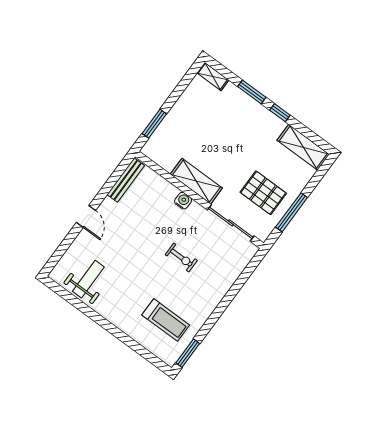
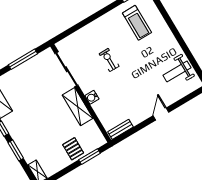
bench: (126, 180) -> (120, 129), width x0.73
pallet: (263, 193) -> (73, 149), moved, width x0.67, depth x0.71
treadmill: (166, 320) -> (137, 23), turned 180

